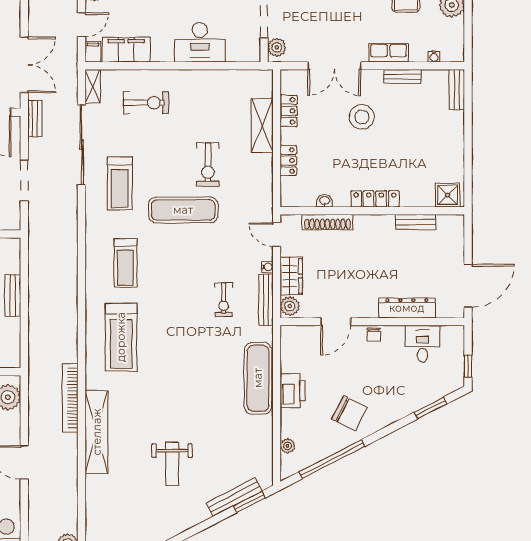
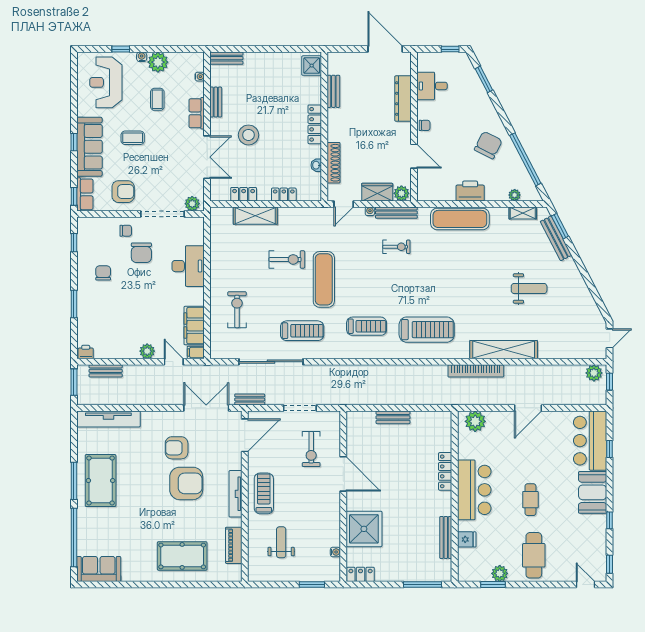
shelving: (93, 86) -> (523, 213), moved

